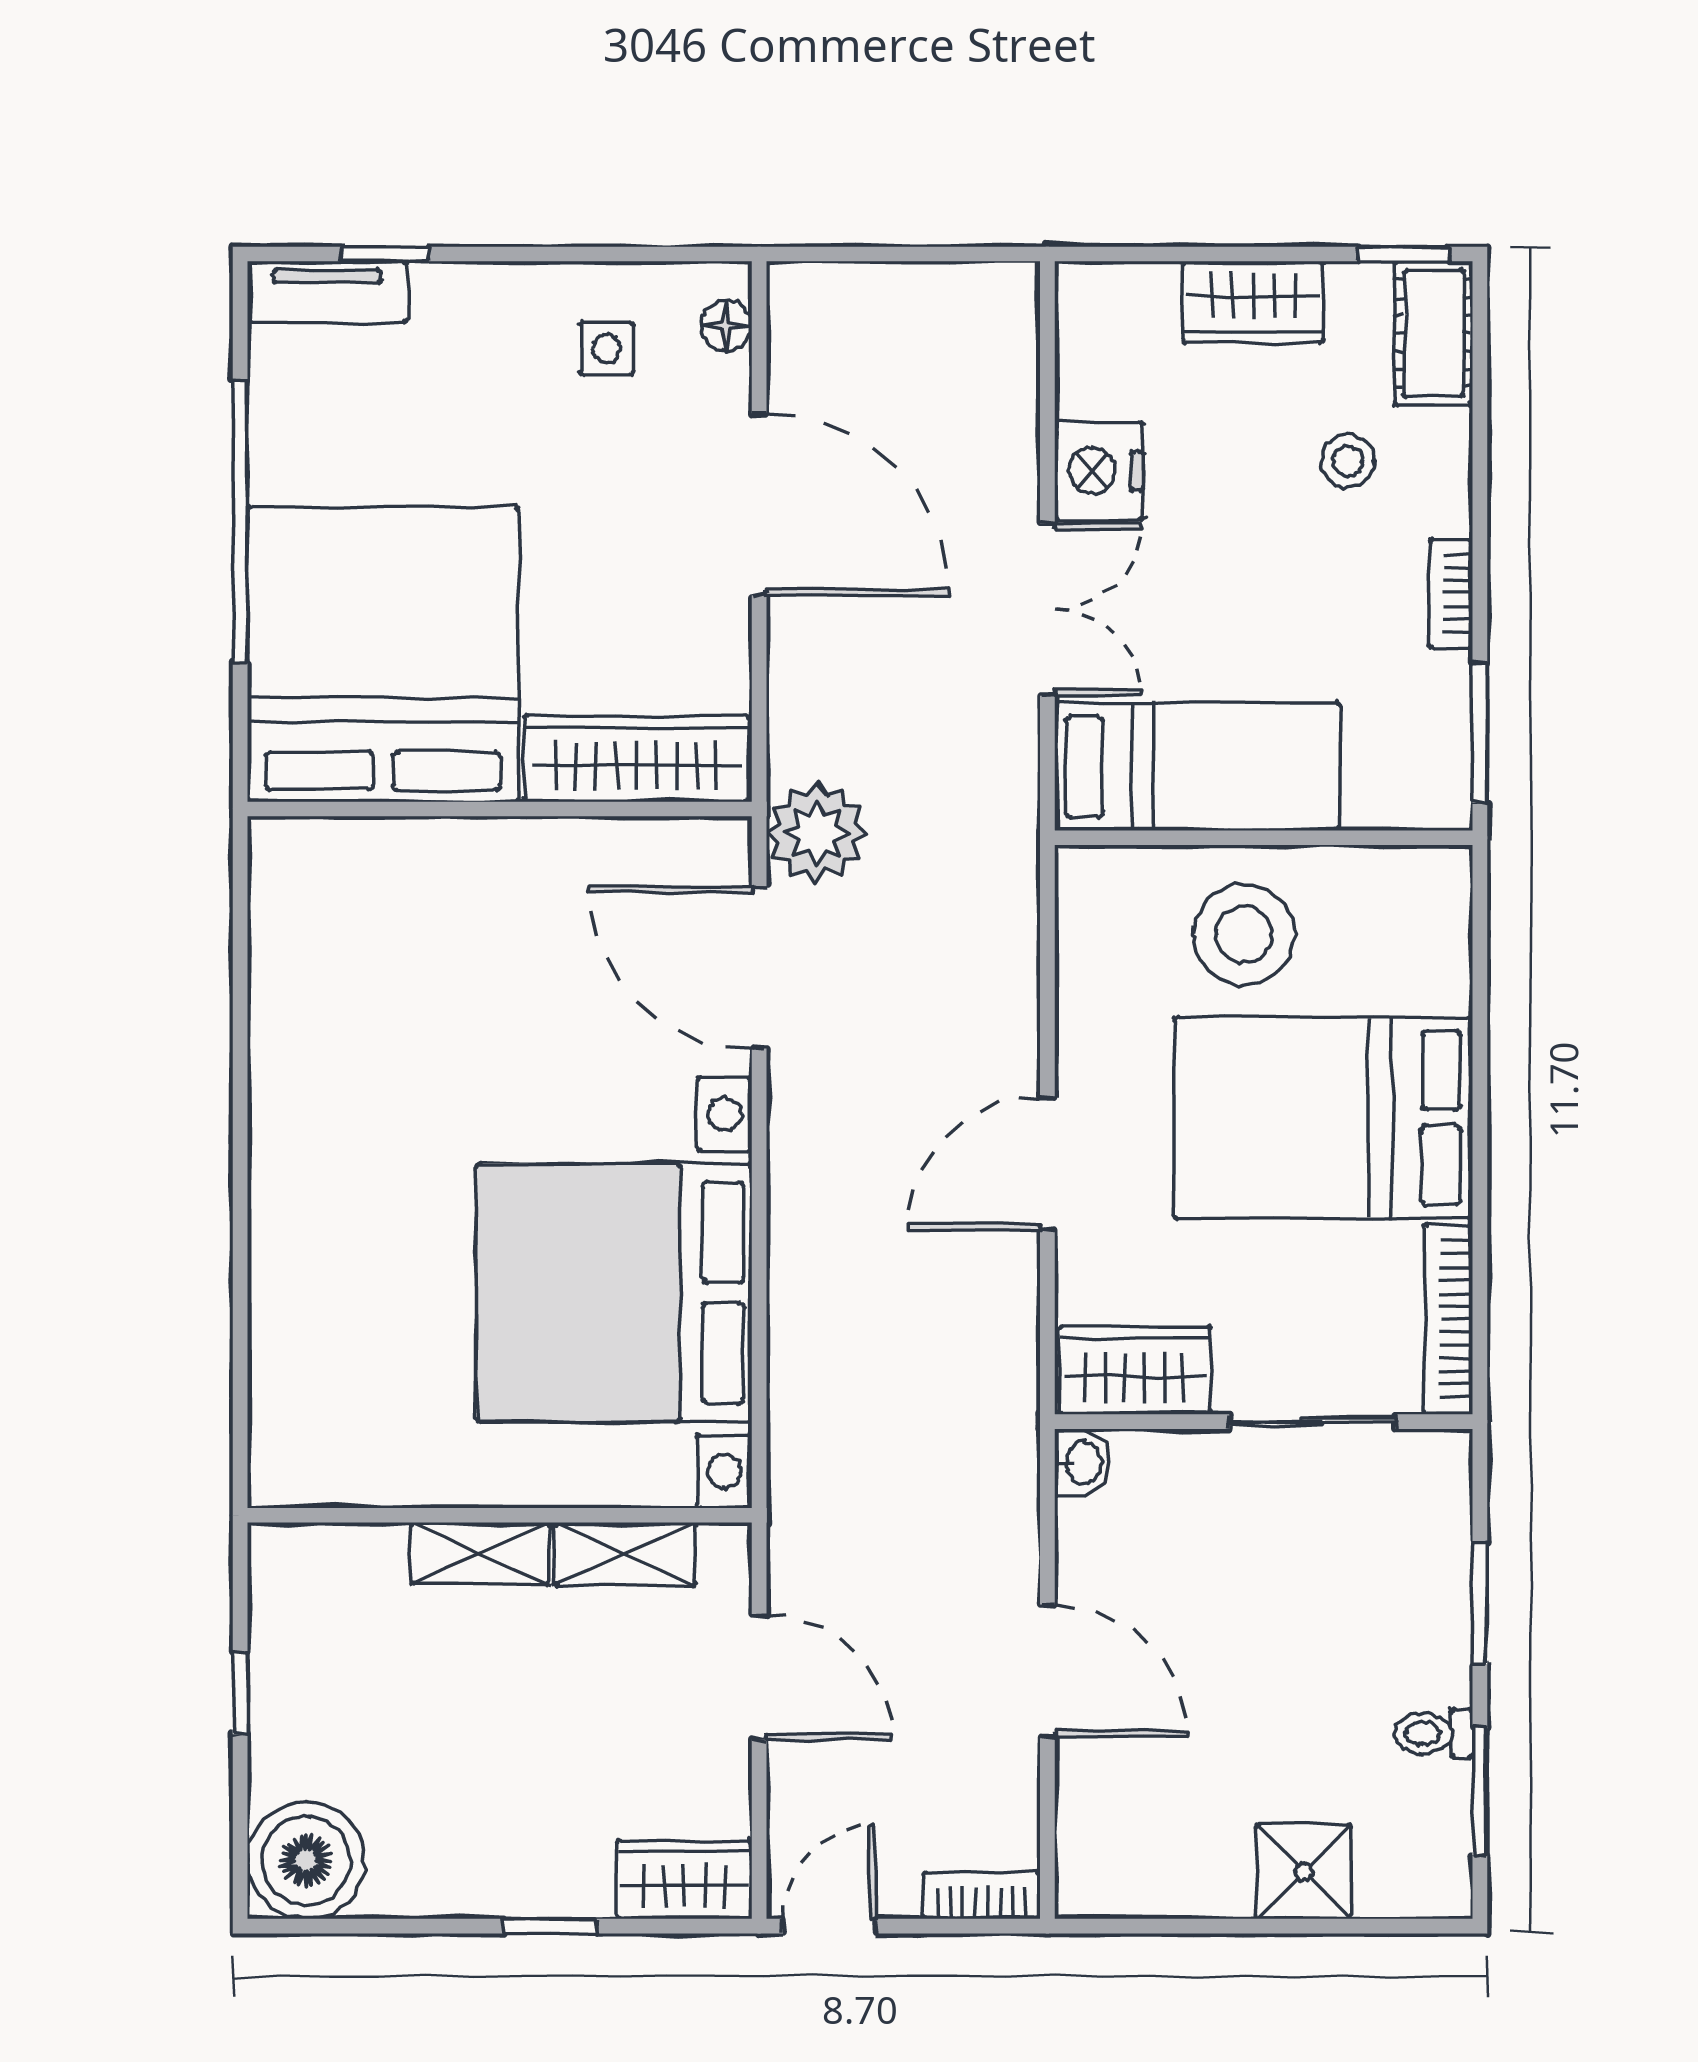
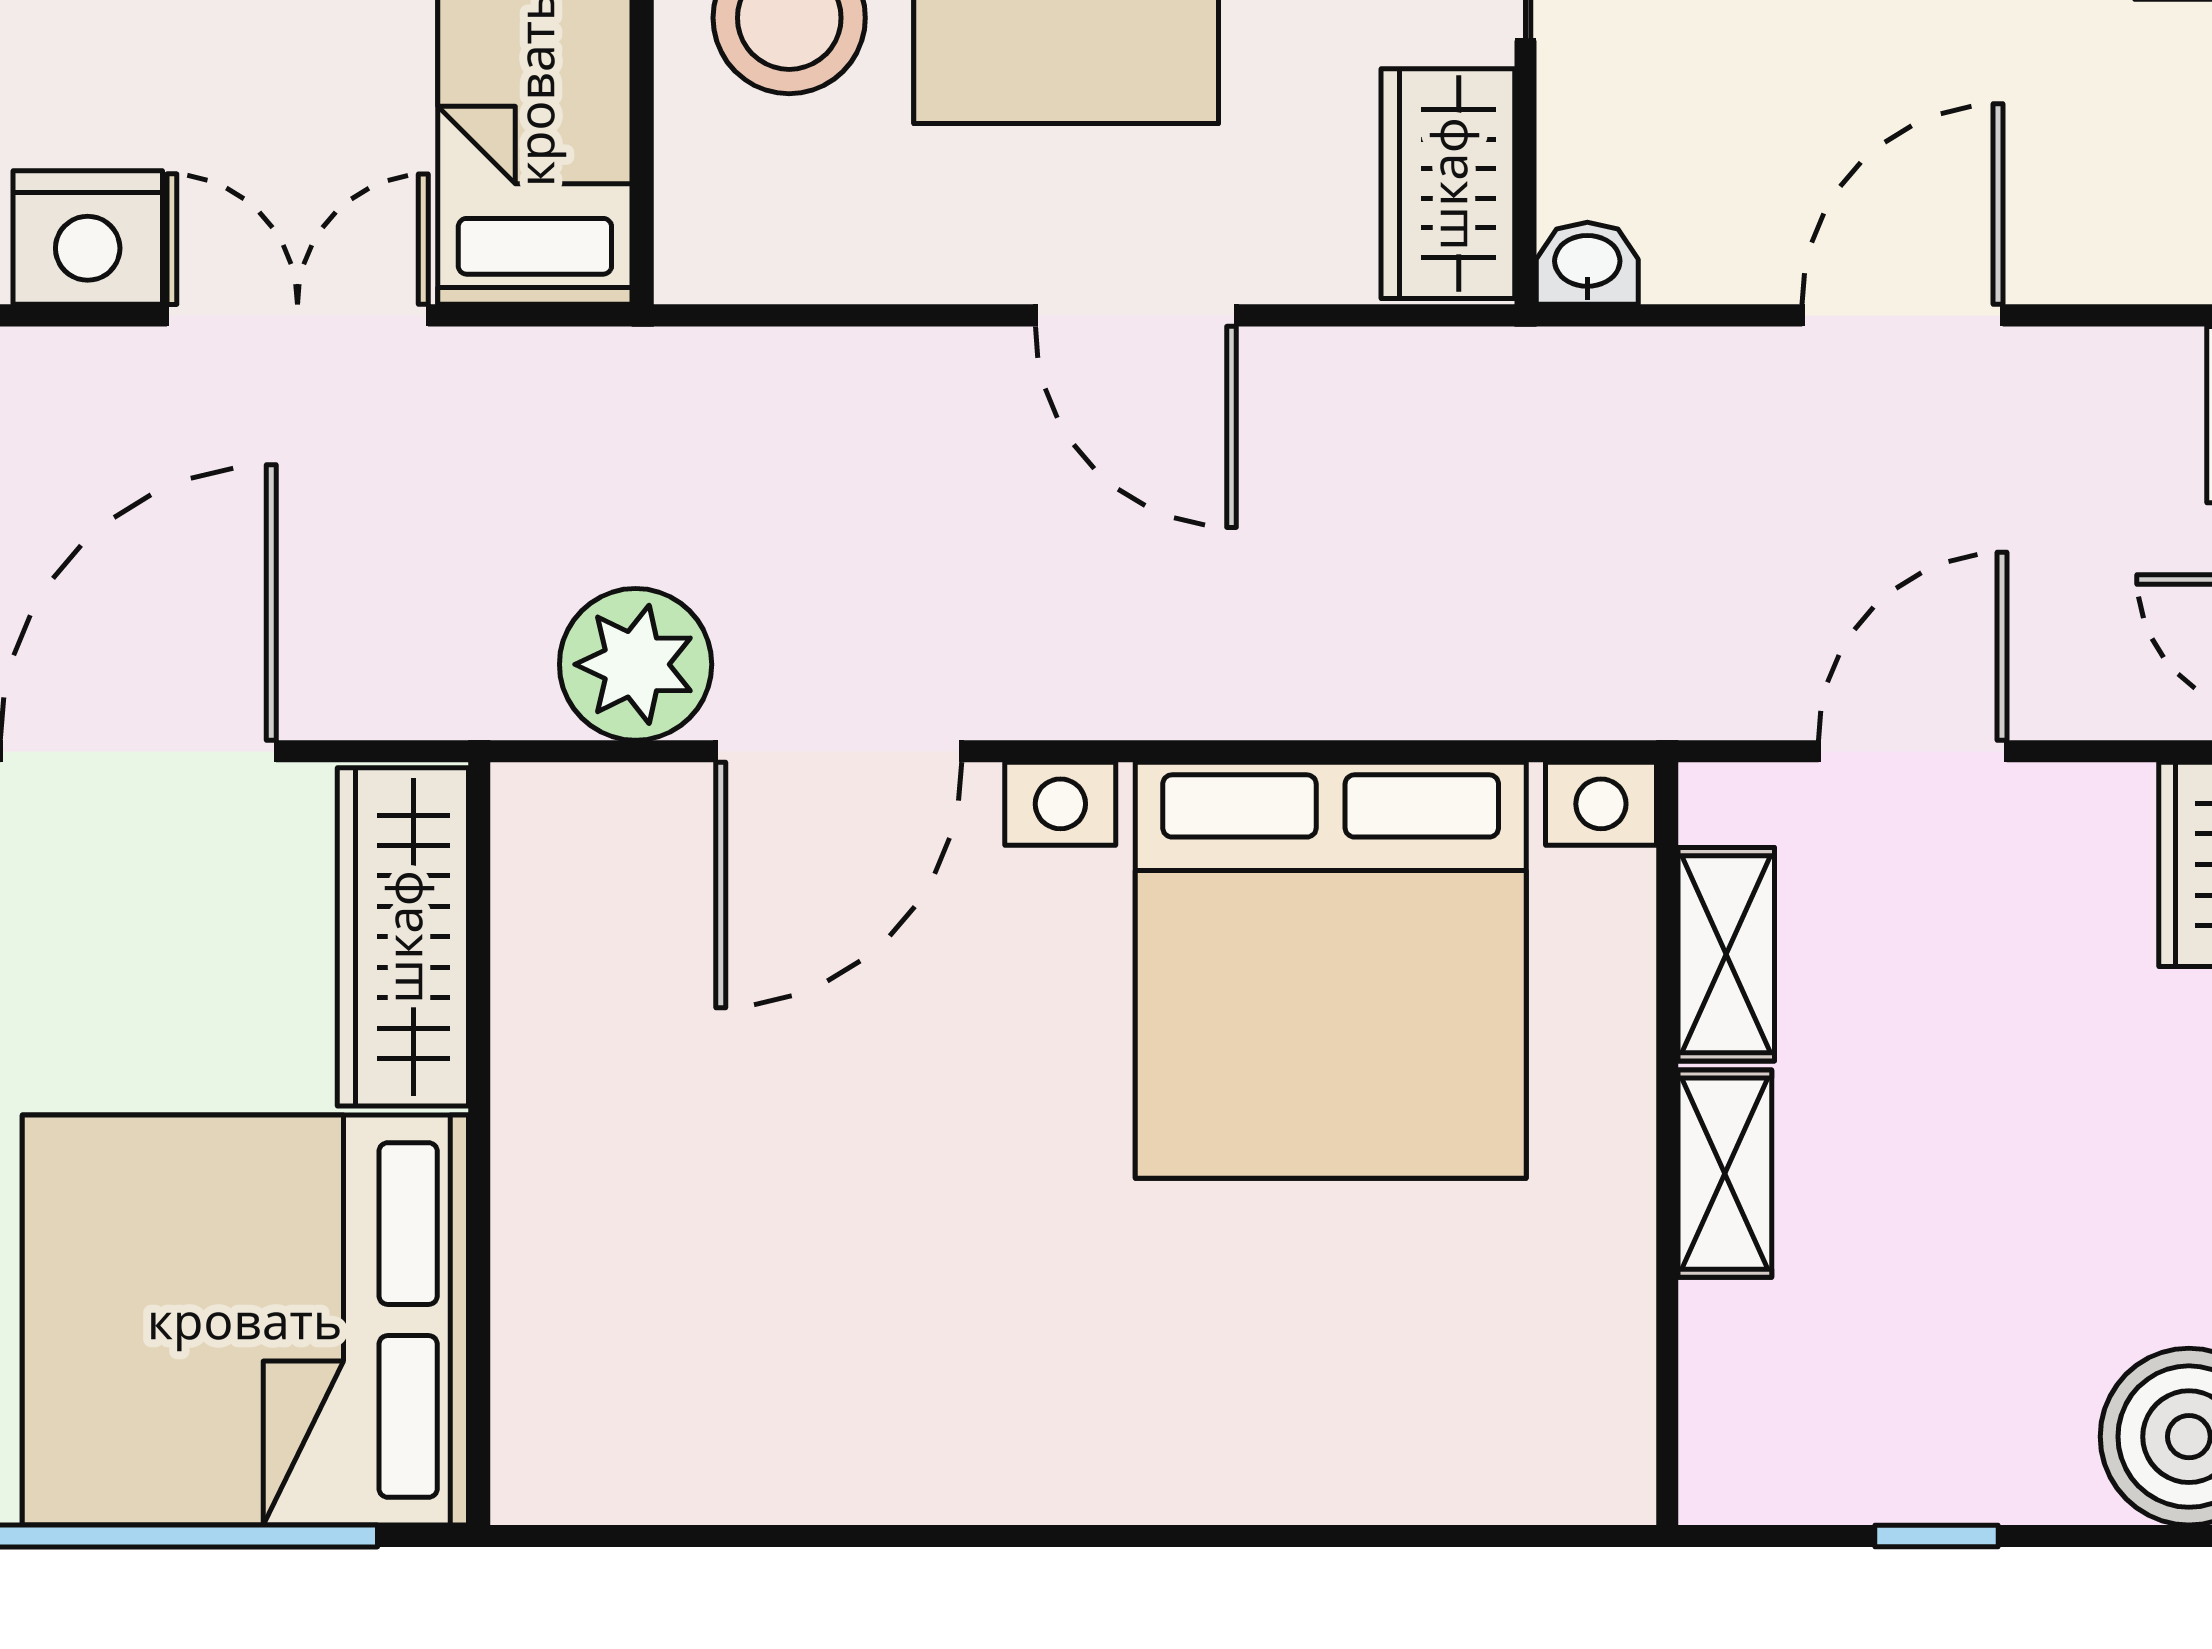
bed: (383, 654) -> (245, 1320), moved
wardrobe: (636, 758) -> (403, 937), moved
wall: (500, 809) -> (479, 1144), moved

